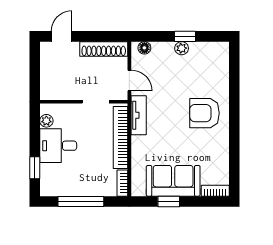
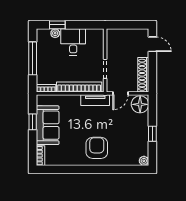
floor lamp: (144, 48) -> (140, 104), width x1.89, depth x1.89
plant: (182, 48) -> (144, 161), moved
plant: (46, 121) -> (55, 33), moved

